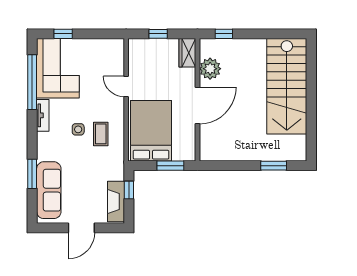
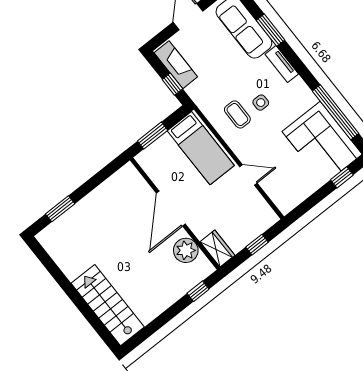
stairs: (287, 86) -> (108, 305), width x0.73, depth x0.66
tv unit: (43, 115) -> (282, 64), moved
bed: (151, 131) -> (201, 148), width x0.67

